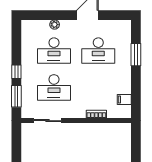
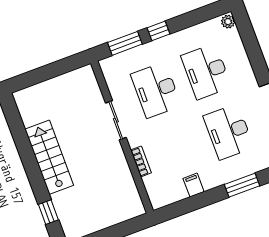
plant: (55, 25) -> (228, 22), moved
filing cabinet: (124, 100) -> (194, 185), moved
sliding door: (47, 121) -> (116, 120), moved

